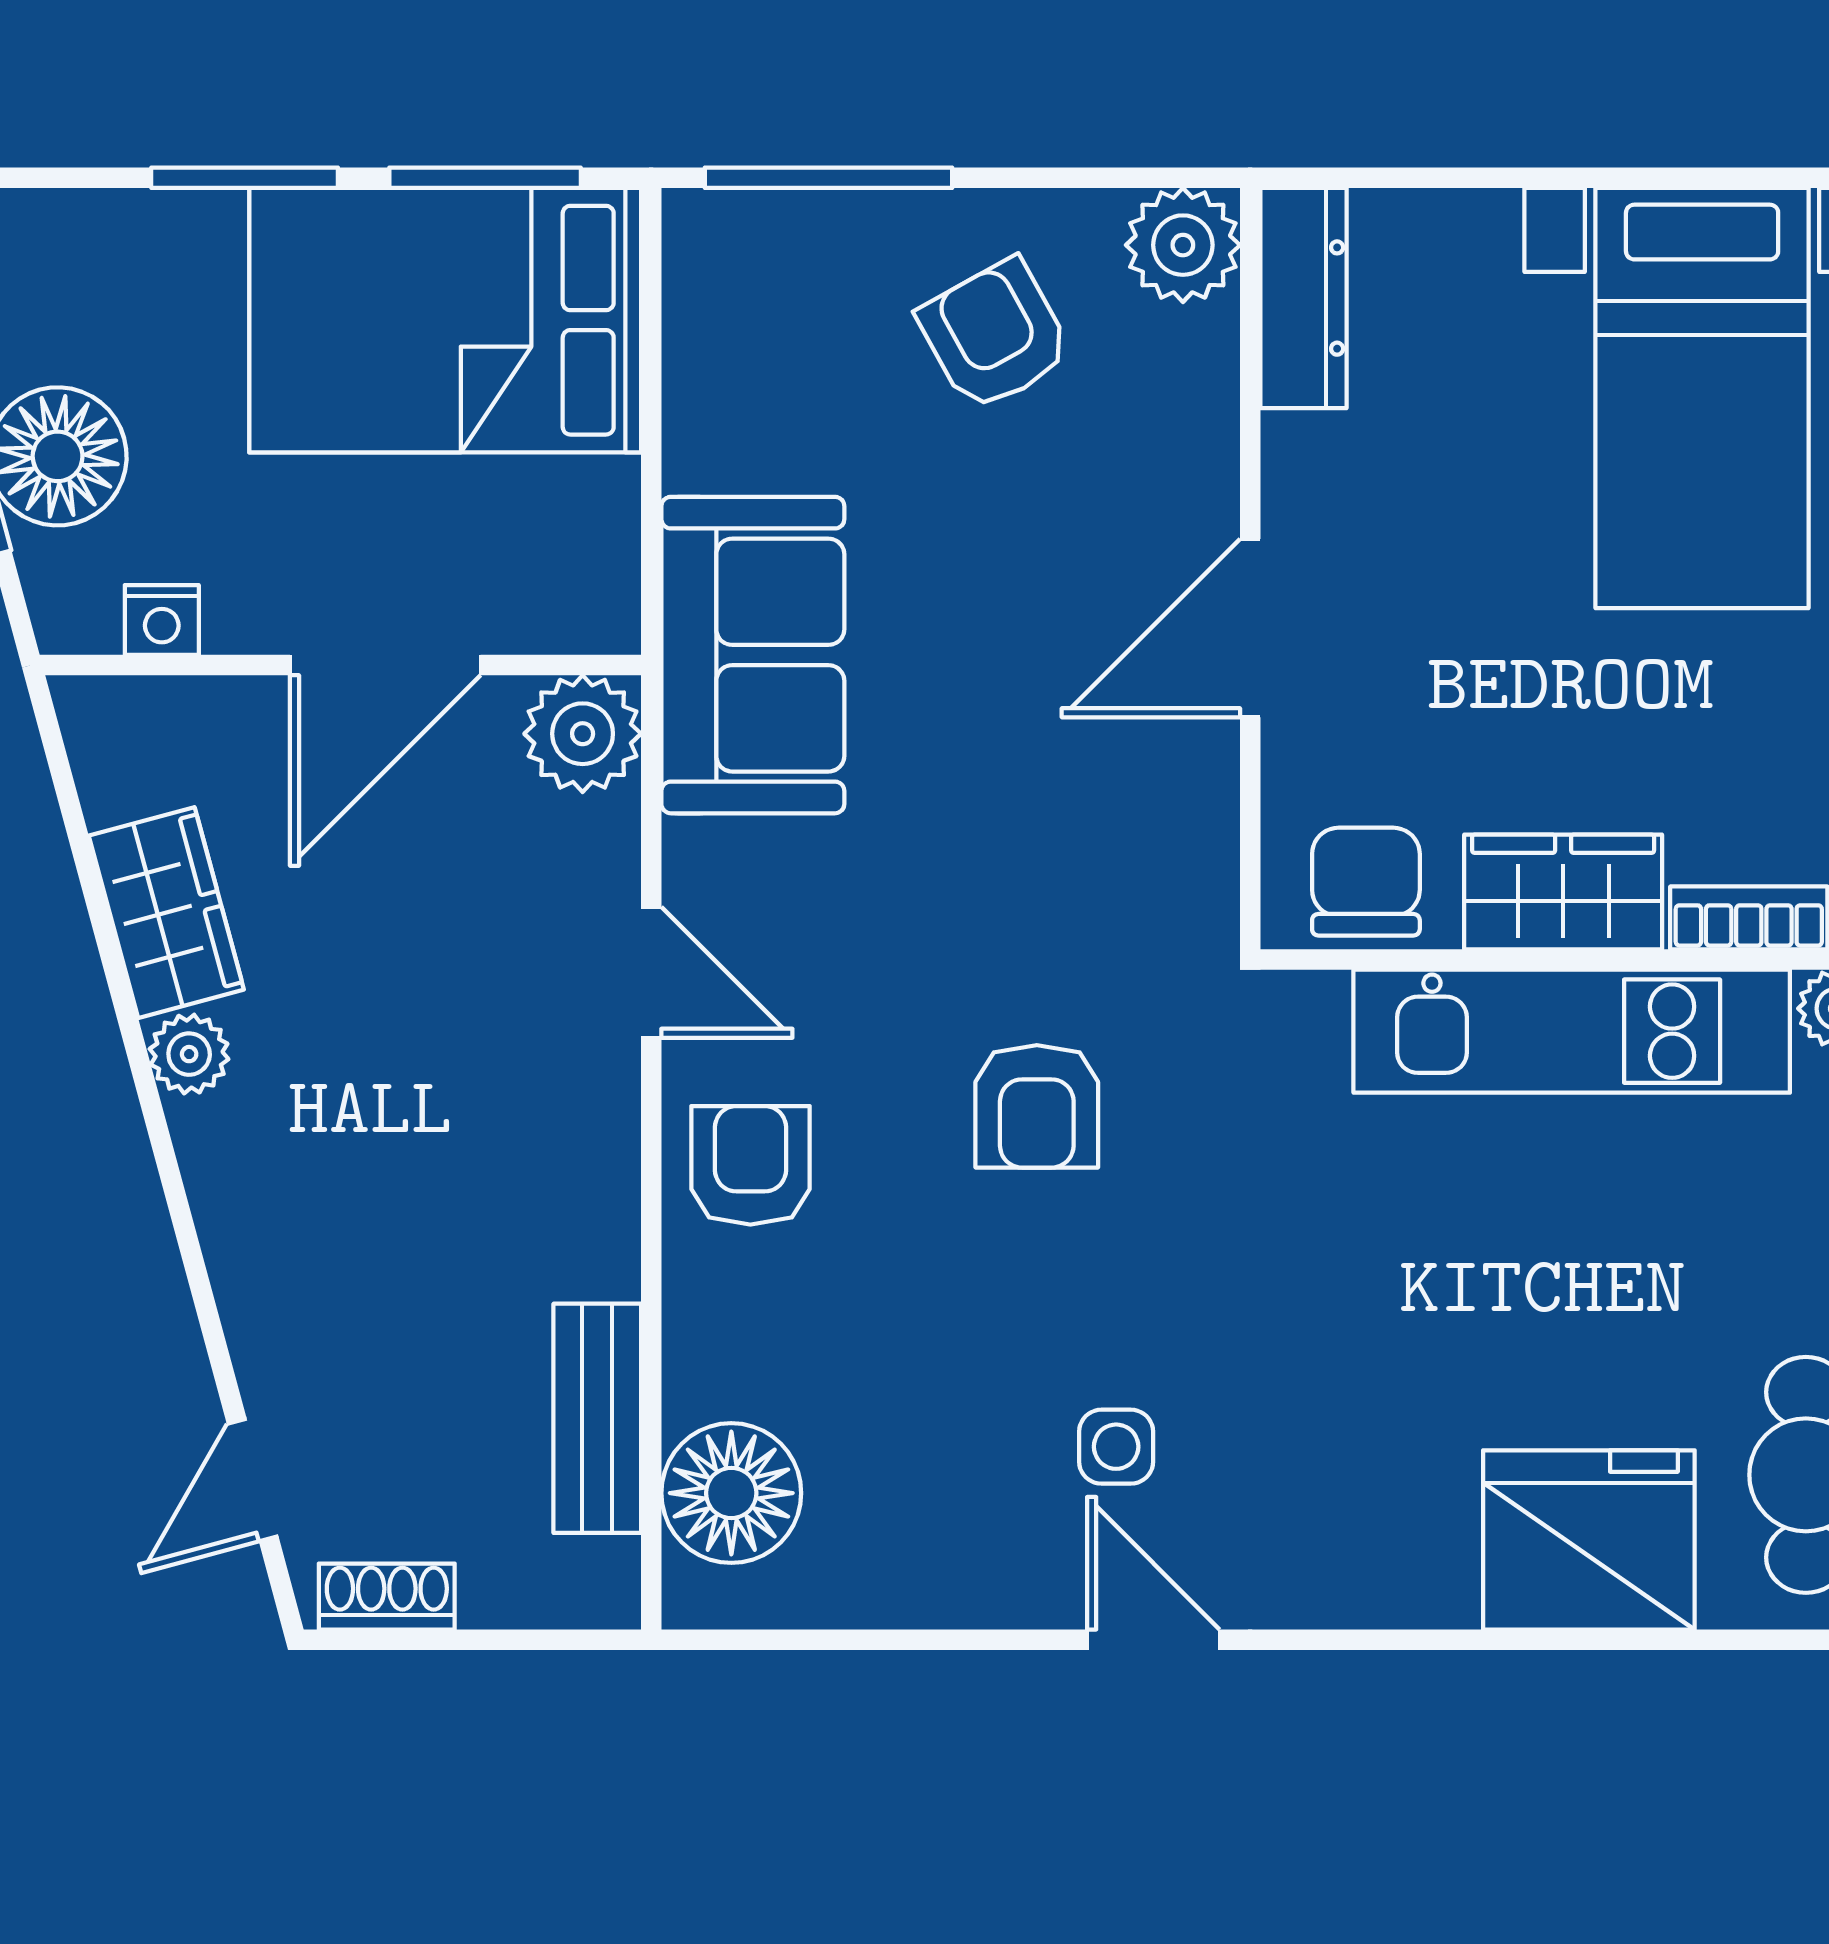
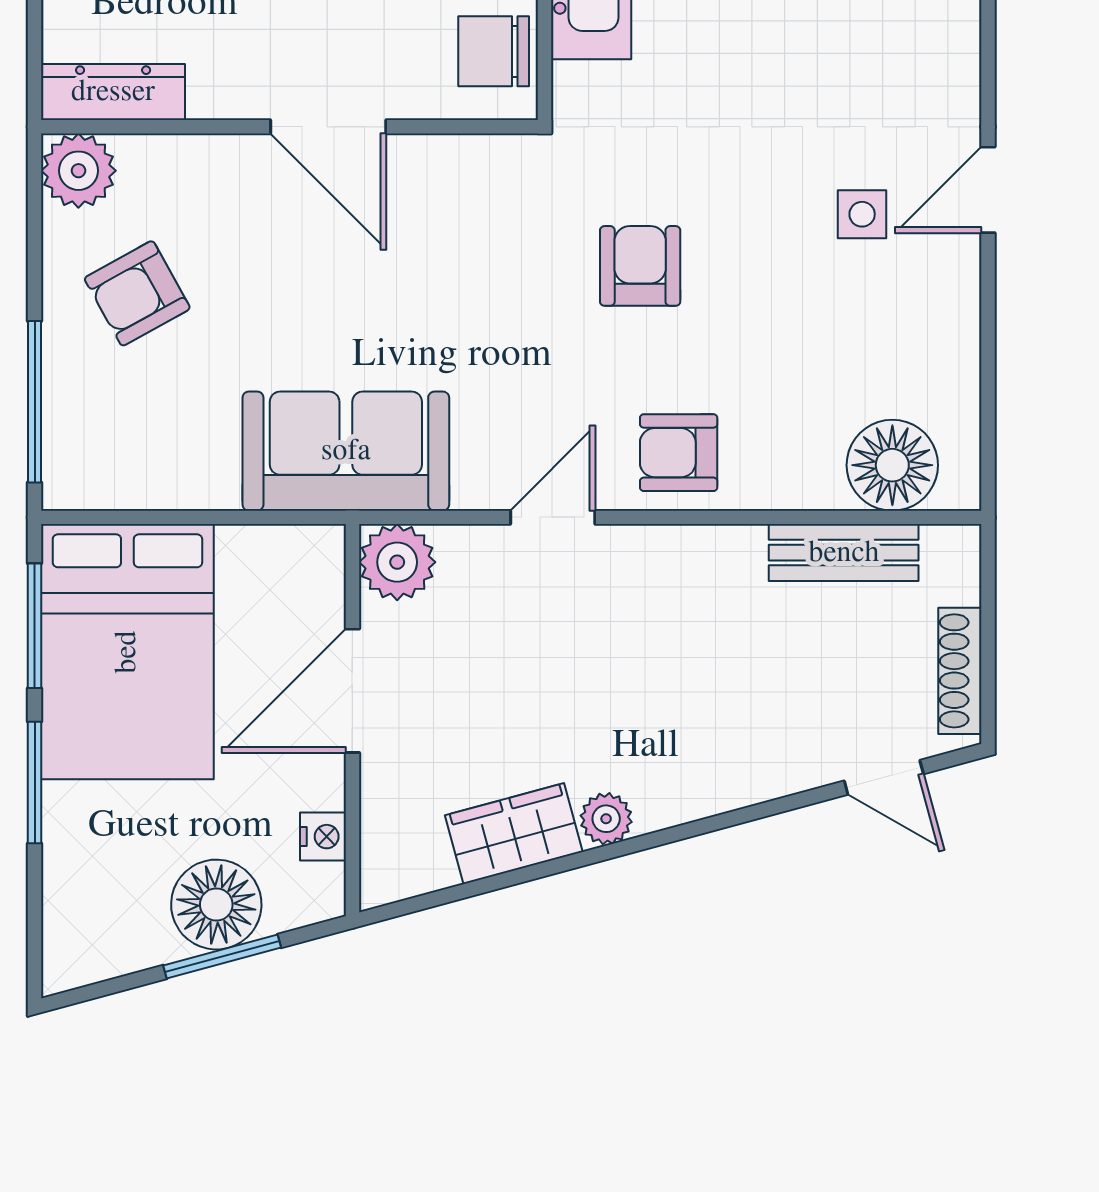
door: (385, 665) -> (352, 691), swing flipped
armchair: (1037, 1106) -> (640, 266), turned -90
shoe rack: (387, 1597) -> (960, 671), width x1.43

